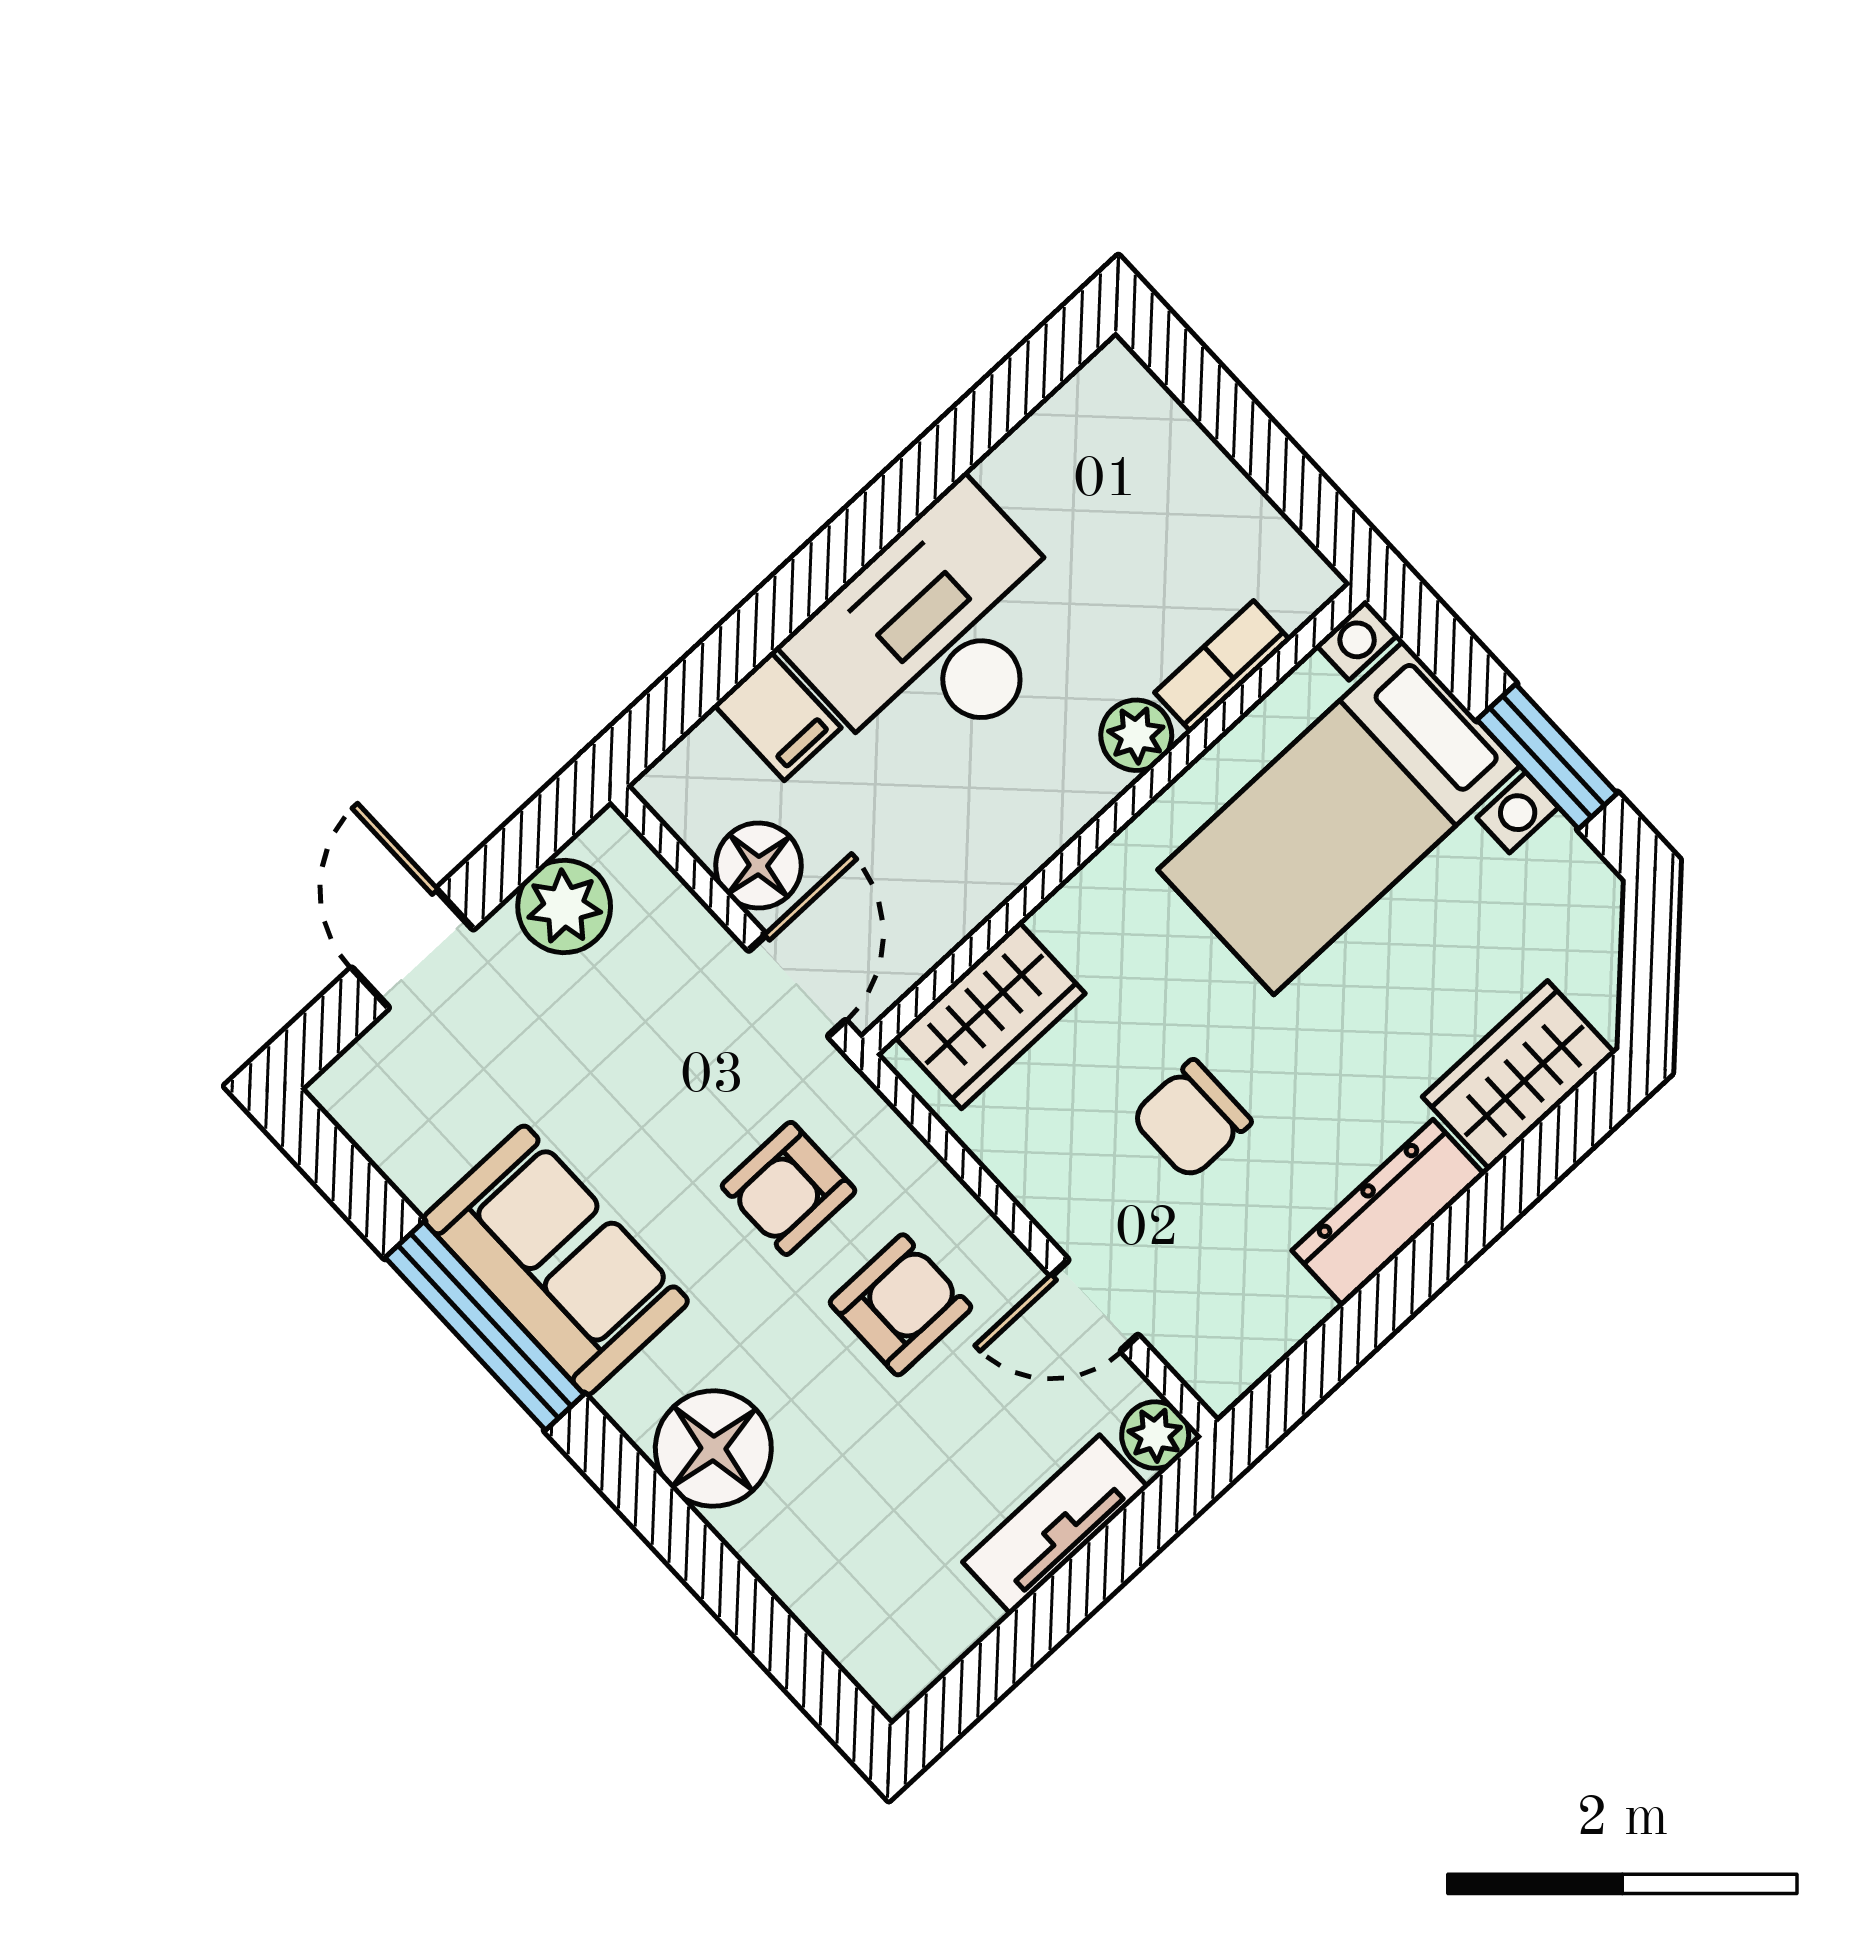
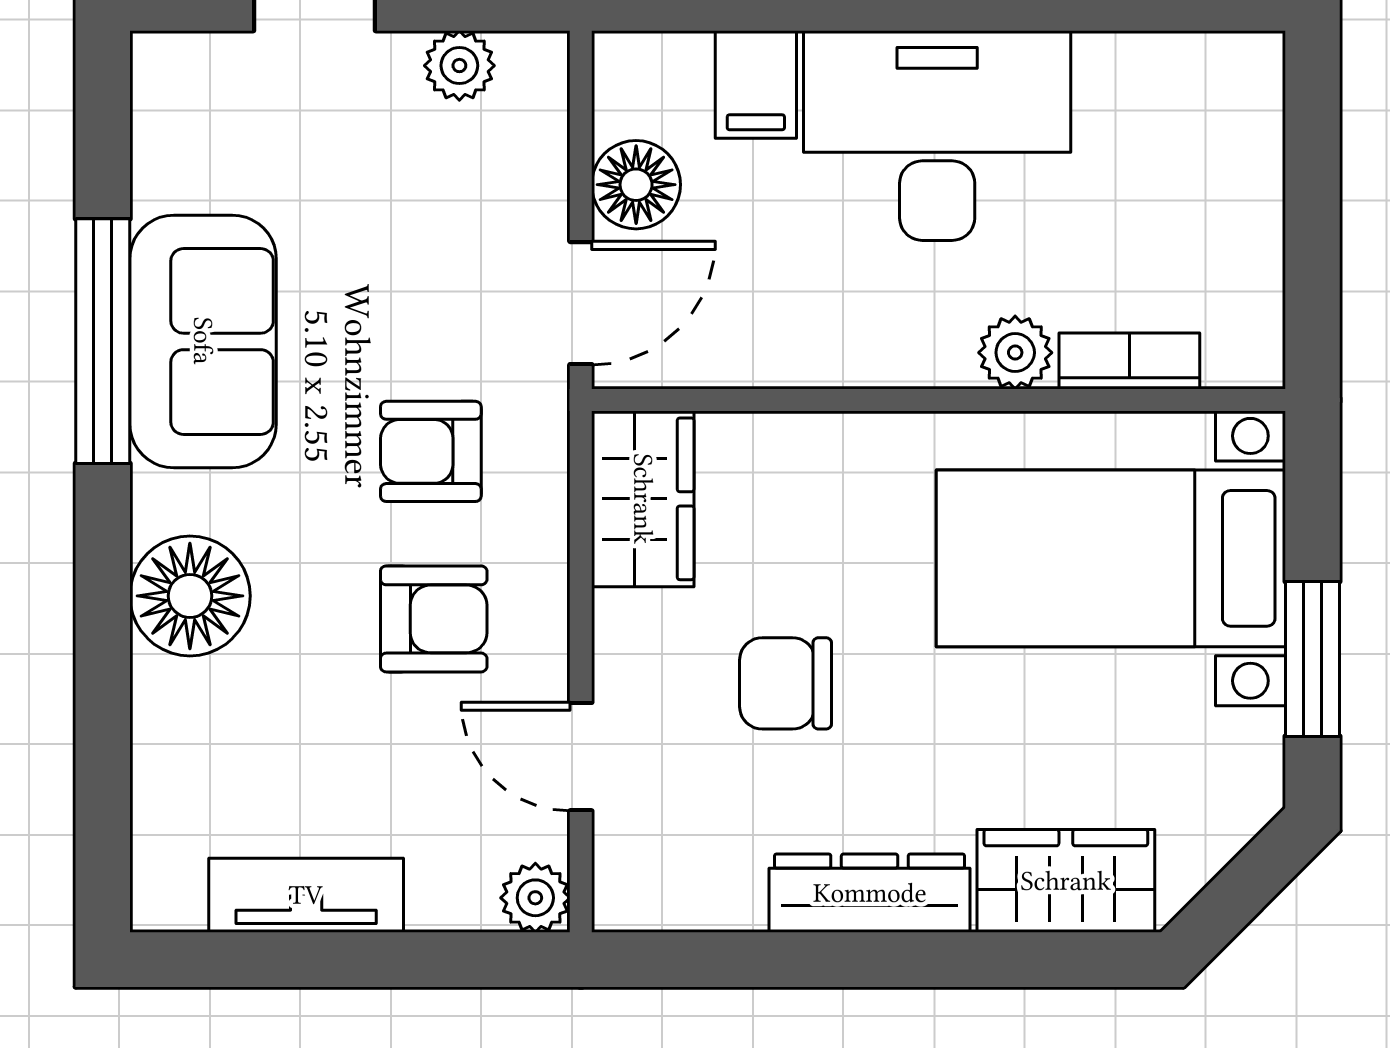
plant: (564, 907) -> (459, 66), width x0.73, depth x0.73
wardrobe: (990, 1015) -> (643, 499), moved, turned -90
tv unit: (1055, 1525) -> (306, 895), moved

